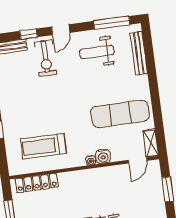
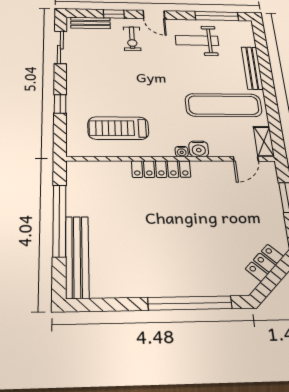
door: (61, 30) -> (154, 15), hinge flipped
bench: (139, 53) -> (252, 68), moved
exercise bike: (45, 58) -> (132, 39), width x0.73, depth x0.72
locker: (37, 183) -> (161, 169), moved

